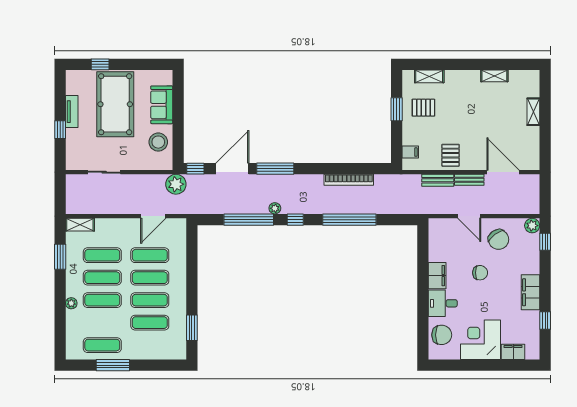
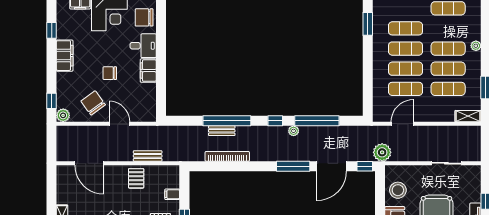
filing cabinet: (410, 152) -> (172, 194), moved
bench: (469, 180) -> (222, 131), moved

